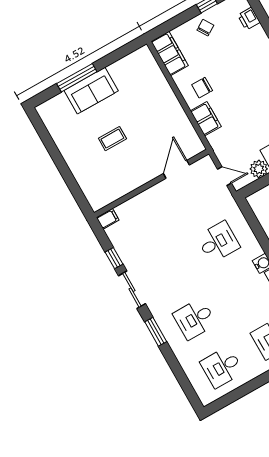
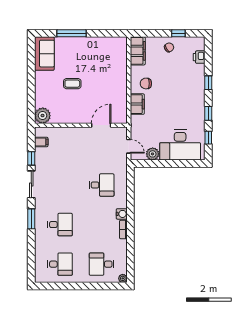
sofa: (91, 91) -> (44, 54), moved, turned -90
plant: (98, 198) -> (43, 116), added
filing cabinet: (108, 219) -> (41, 142), moved
desk: (195, 319) -> (60, 225), turned 180
desk: (222, 367) -> (60, 264), turned 180

